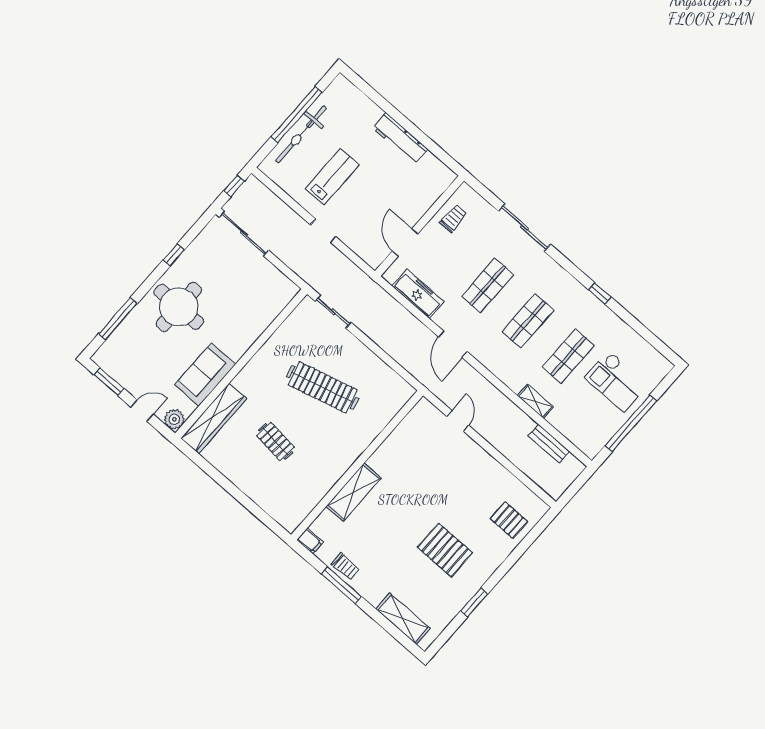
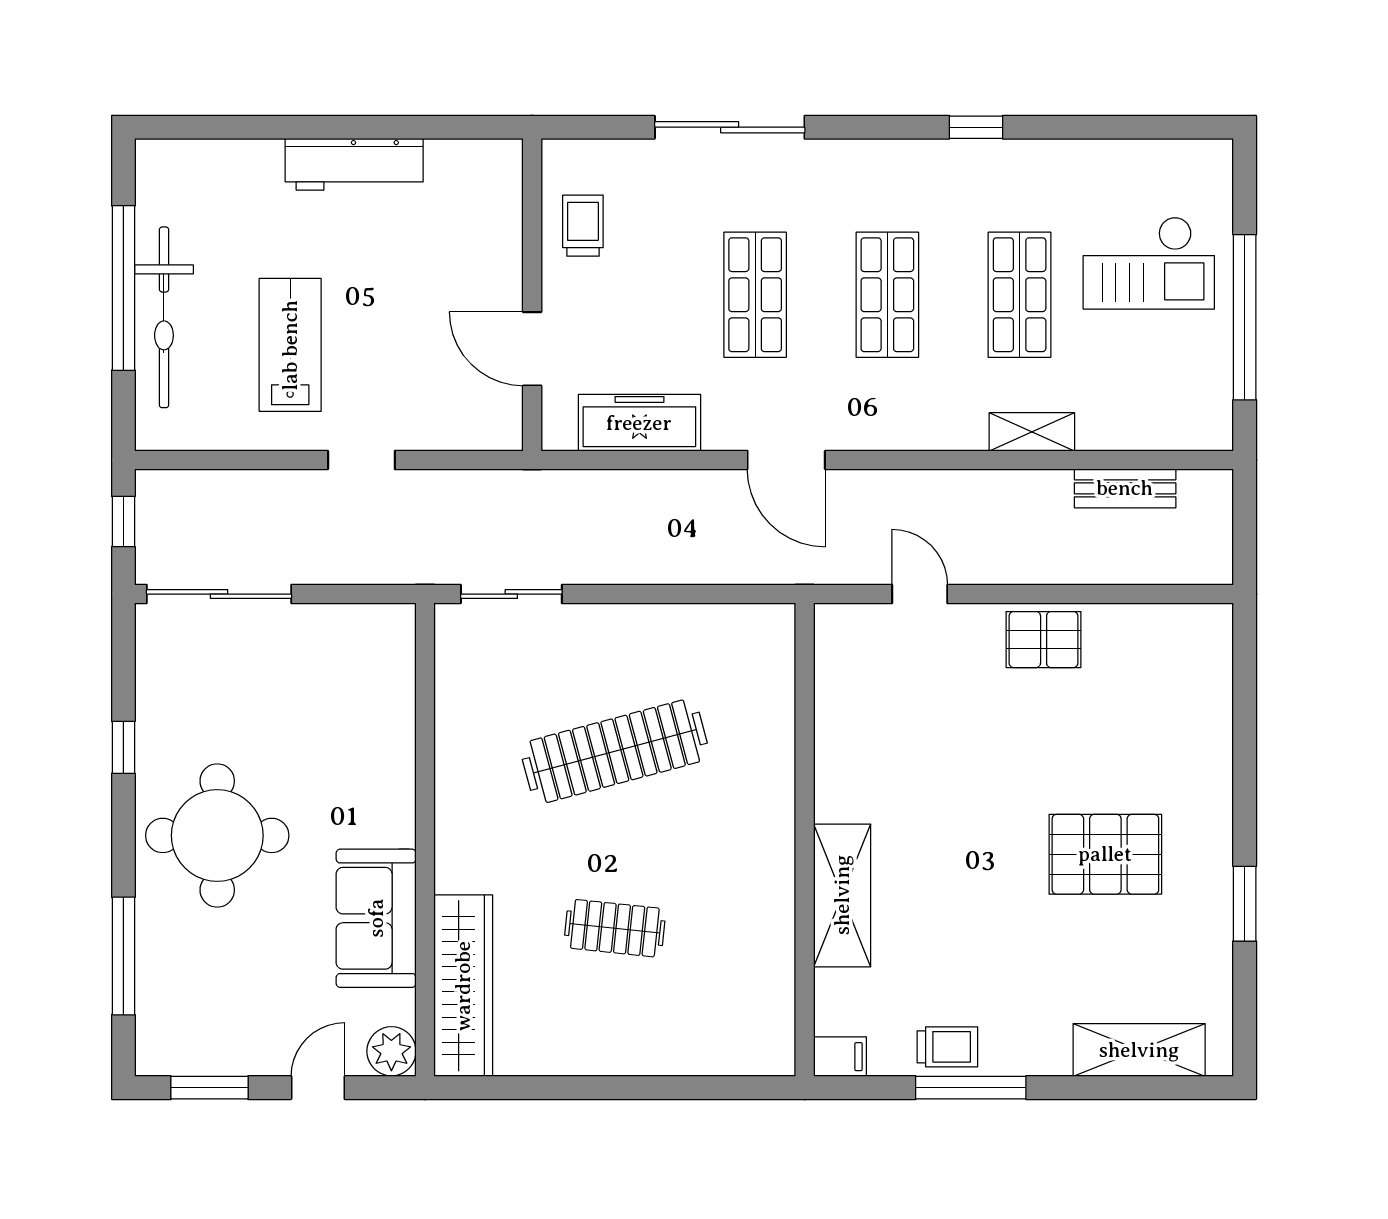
pallet: (509, 520) -> (1044, 640), moved

